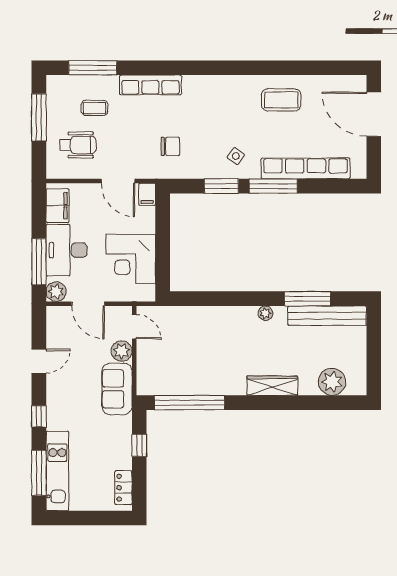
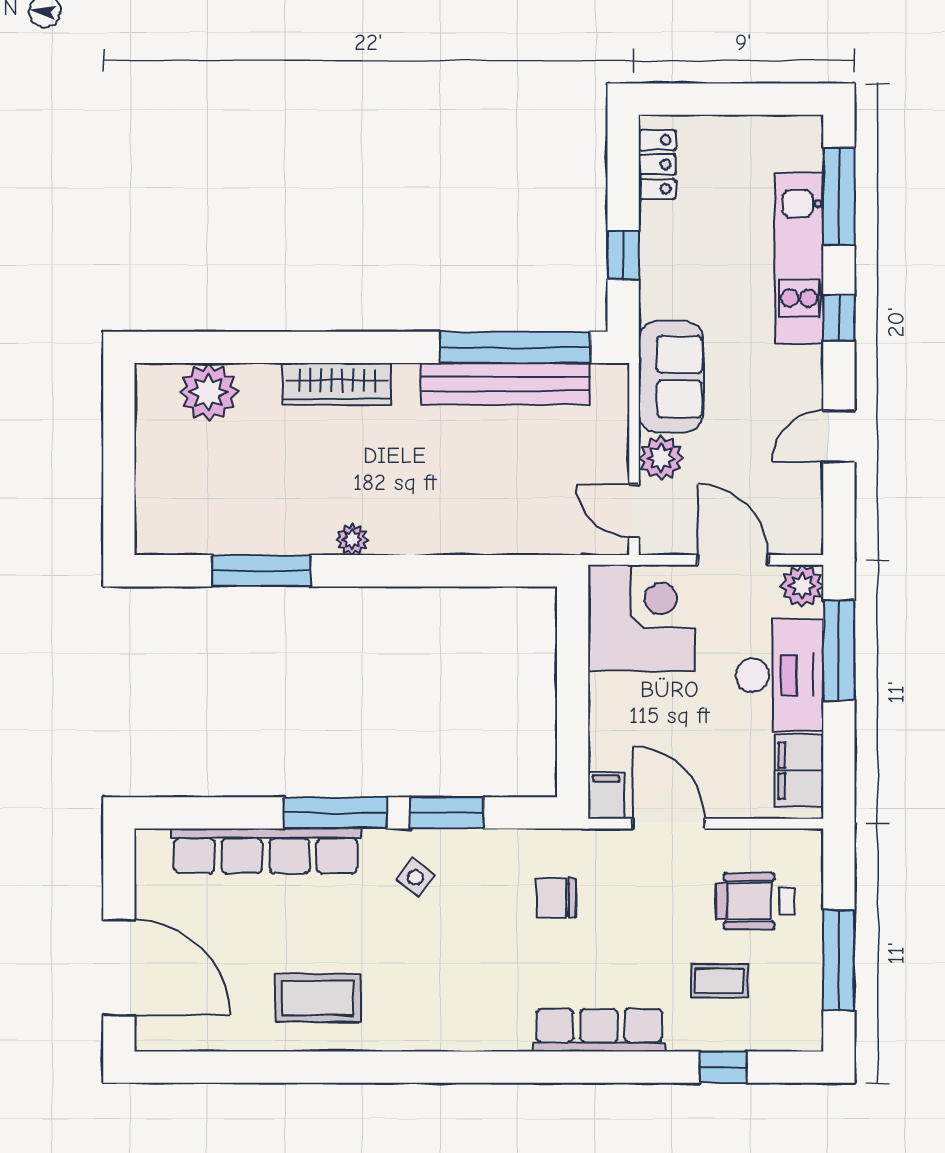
window: (93, 68) -> (723, 1067), width x0.46
corner desk: (131, 259) -> (641, 618), moved
bench: (327, 316) -> (505, 384), moved
kitchen unit: (57, 471) -> (799, 259), moved

